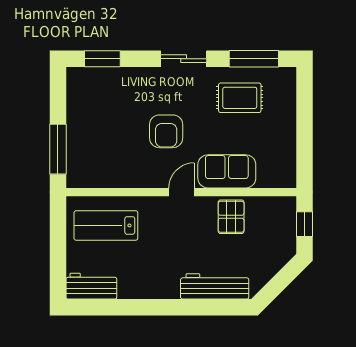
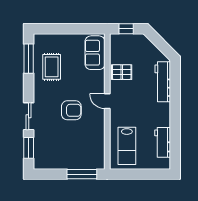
sliding door: (184, 59) -> (29, 116), moved
sofa: (227, 171) -> (95, 53), moved
workbench: (91, 286) -> (163, 142), moved

